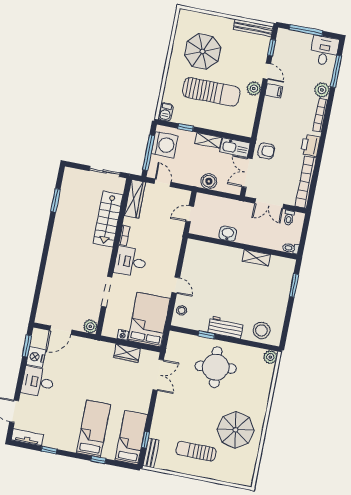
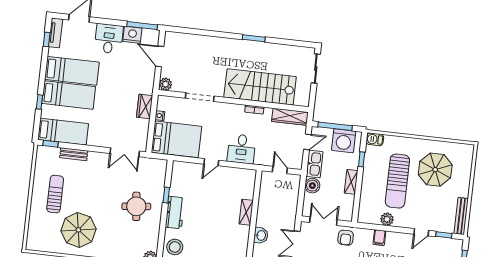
plant: (254, 88) -> (387, 219), moved
filing cabinet: (274, 91) -> (379, 238), moved
kitchen sink: (235, 147) -> (314, 164), moved, turned 180
sliding door: (105, 171) -> (316, 69), moved
window: (56, 200) -> (254, 38), moved
stairs: (108, 219) -> (260, 87), width x1.36, depth x1.51
washbasin: (228, 234) -> (261, 235), moved
shelving: (256, 258) -> (246, 212), moved
desk: (130, 262) -> (241, 149), moved, turned 180
stool: (182, 310) -> (188, 170), removed
window: (27, 346) -> (142, 26), width x1.44
wardrobe: (127, 353) -> (145, 106), moved
round table: (216, 367) -> (136, 206), width x0.73, depth x0.73
bed: (68, 423) -> (72, 71), added
window: (145, 440) -> (51, 144), moved
window: (49, 450) -> (47, 40), moved
bench: (151, 453) -> (74, 154), moved

